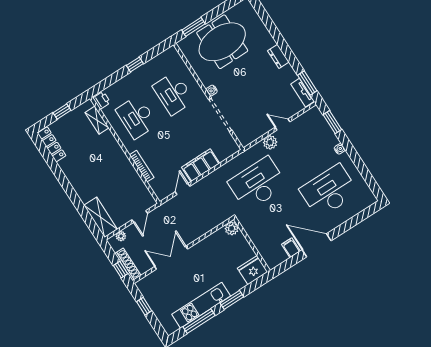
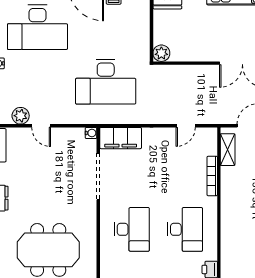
water cooler: (212, 91) -> (91, 133), moved
shelving: (97, 120) -> (228, 150), moved
plant: (270, 142) -> (21, 116), moved
filing cabinet: (201, 165) -> (121, 138), moved

